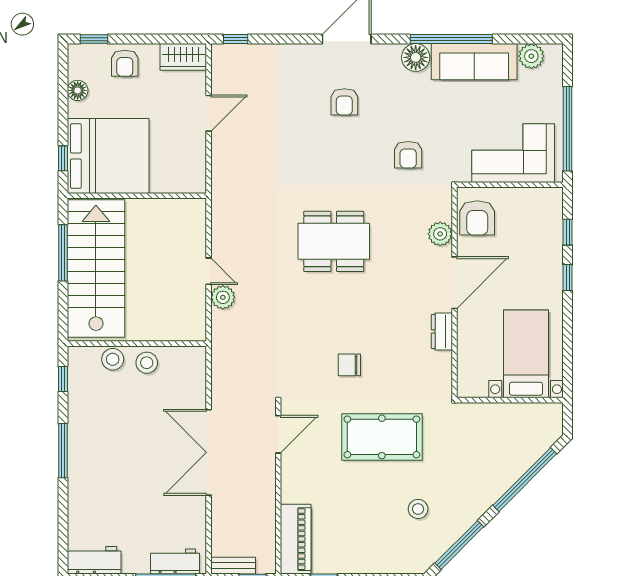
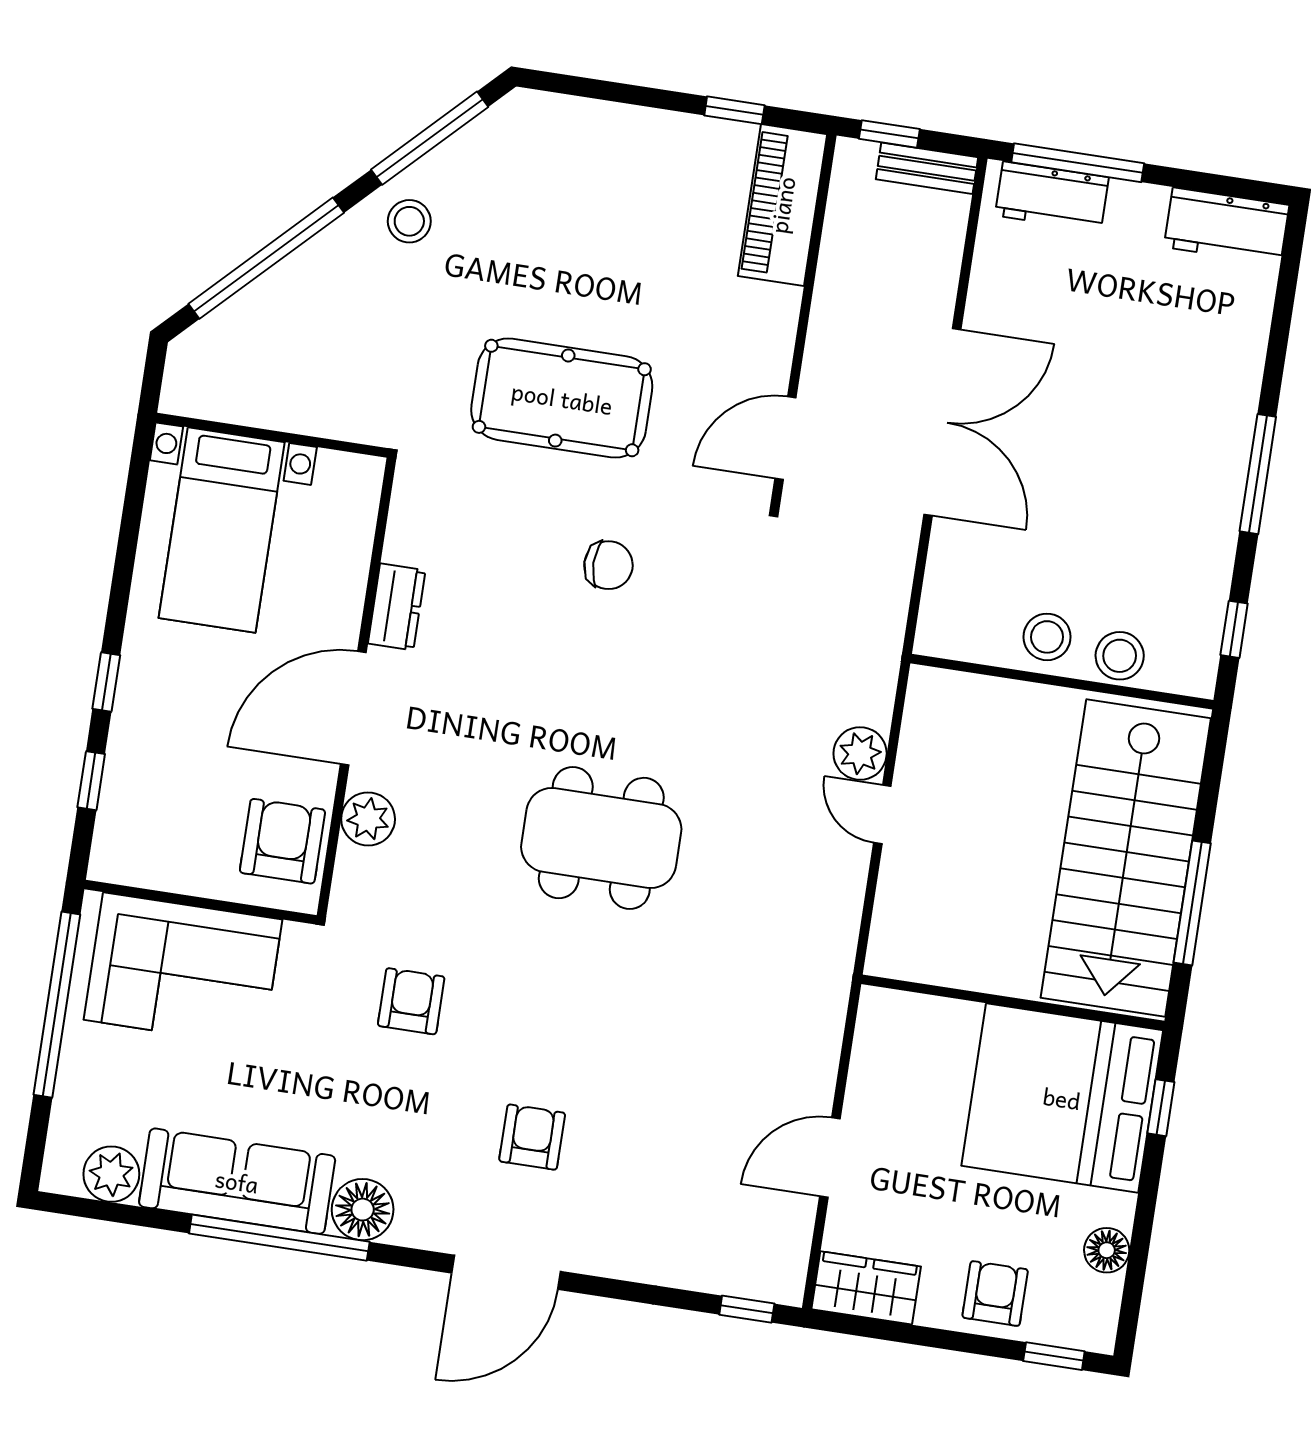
stool: (418, 509) -> (409, 221), moved

